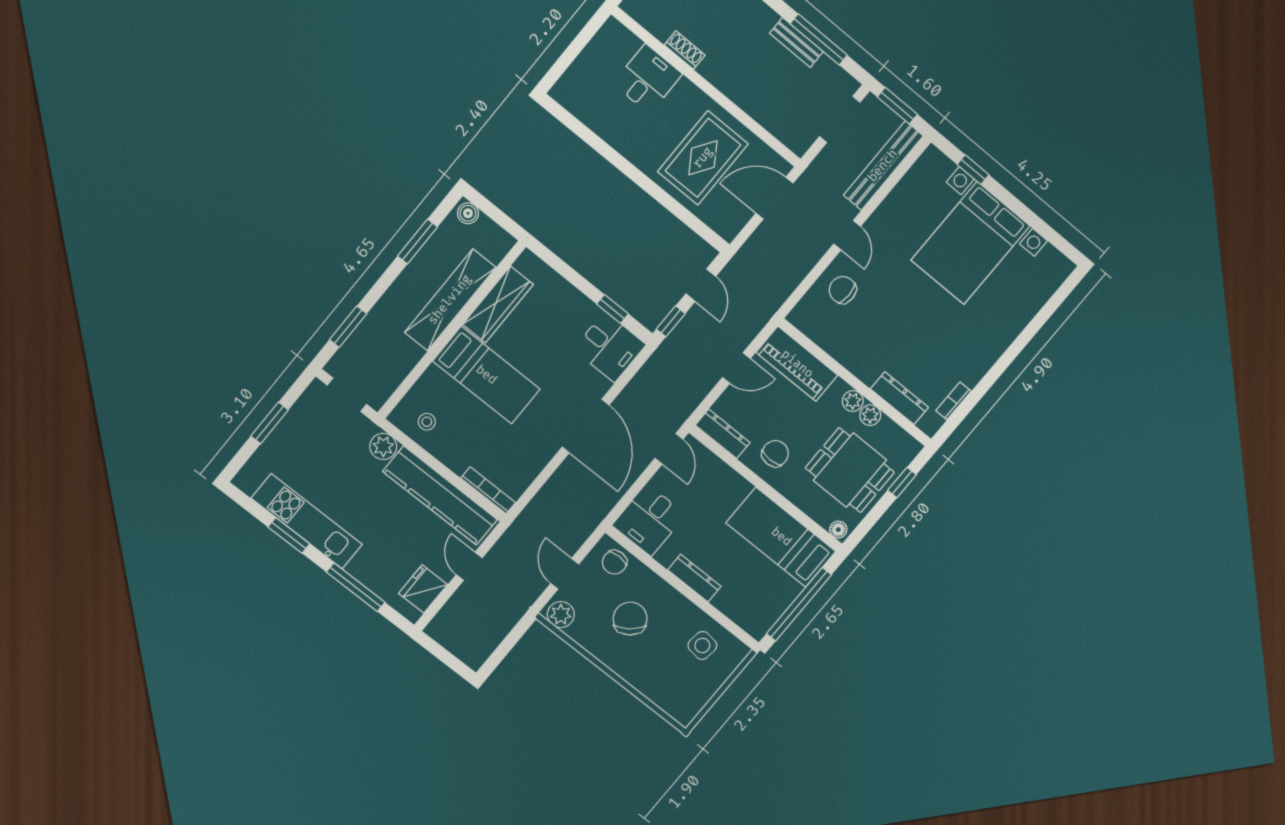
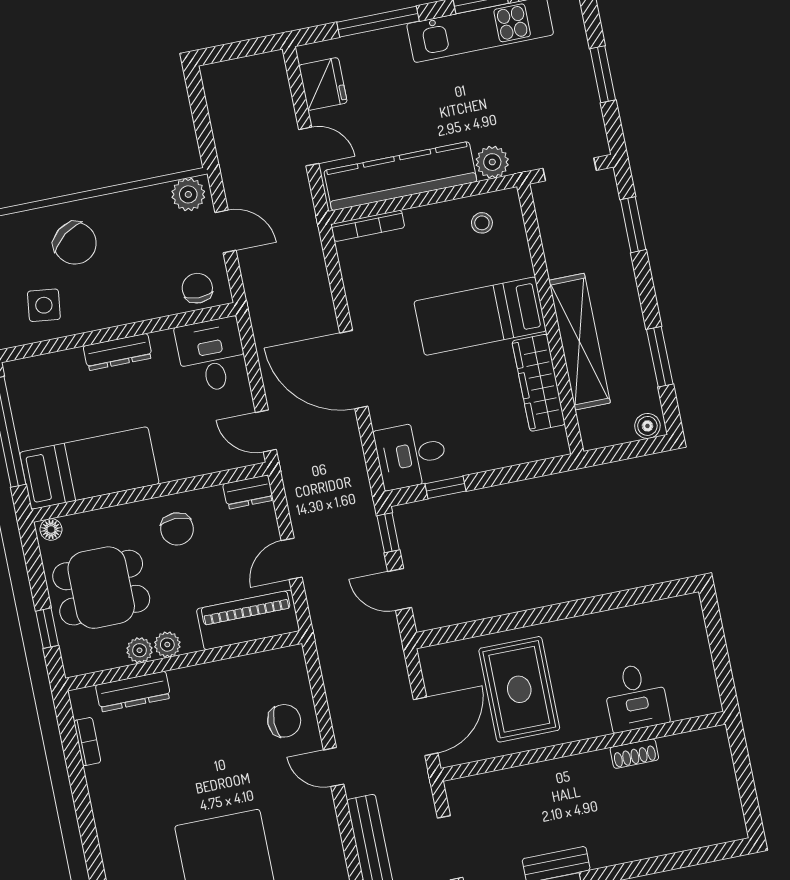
dresser: (723, 434) -> (248, 492), width x0.70
chair: (630, 619) -> (75, 243), moved

